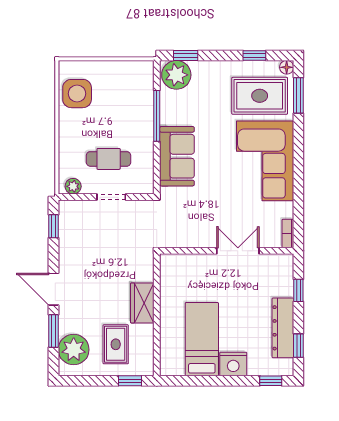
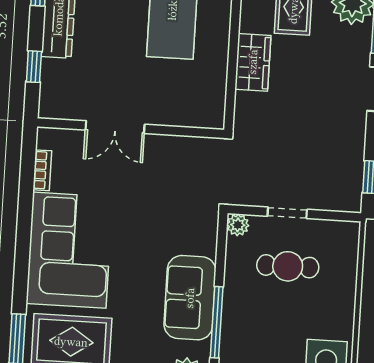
sofa: (177, 156) -> (190, 298), moved
plant: (73, 186) -> (238, 225), moved
bookcase: (288, 233) -> (42, 170), moved

